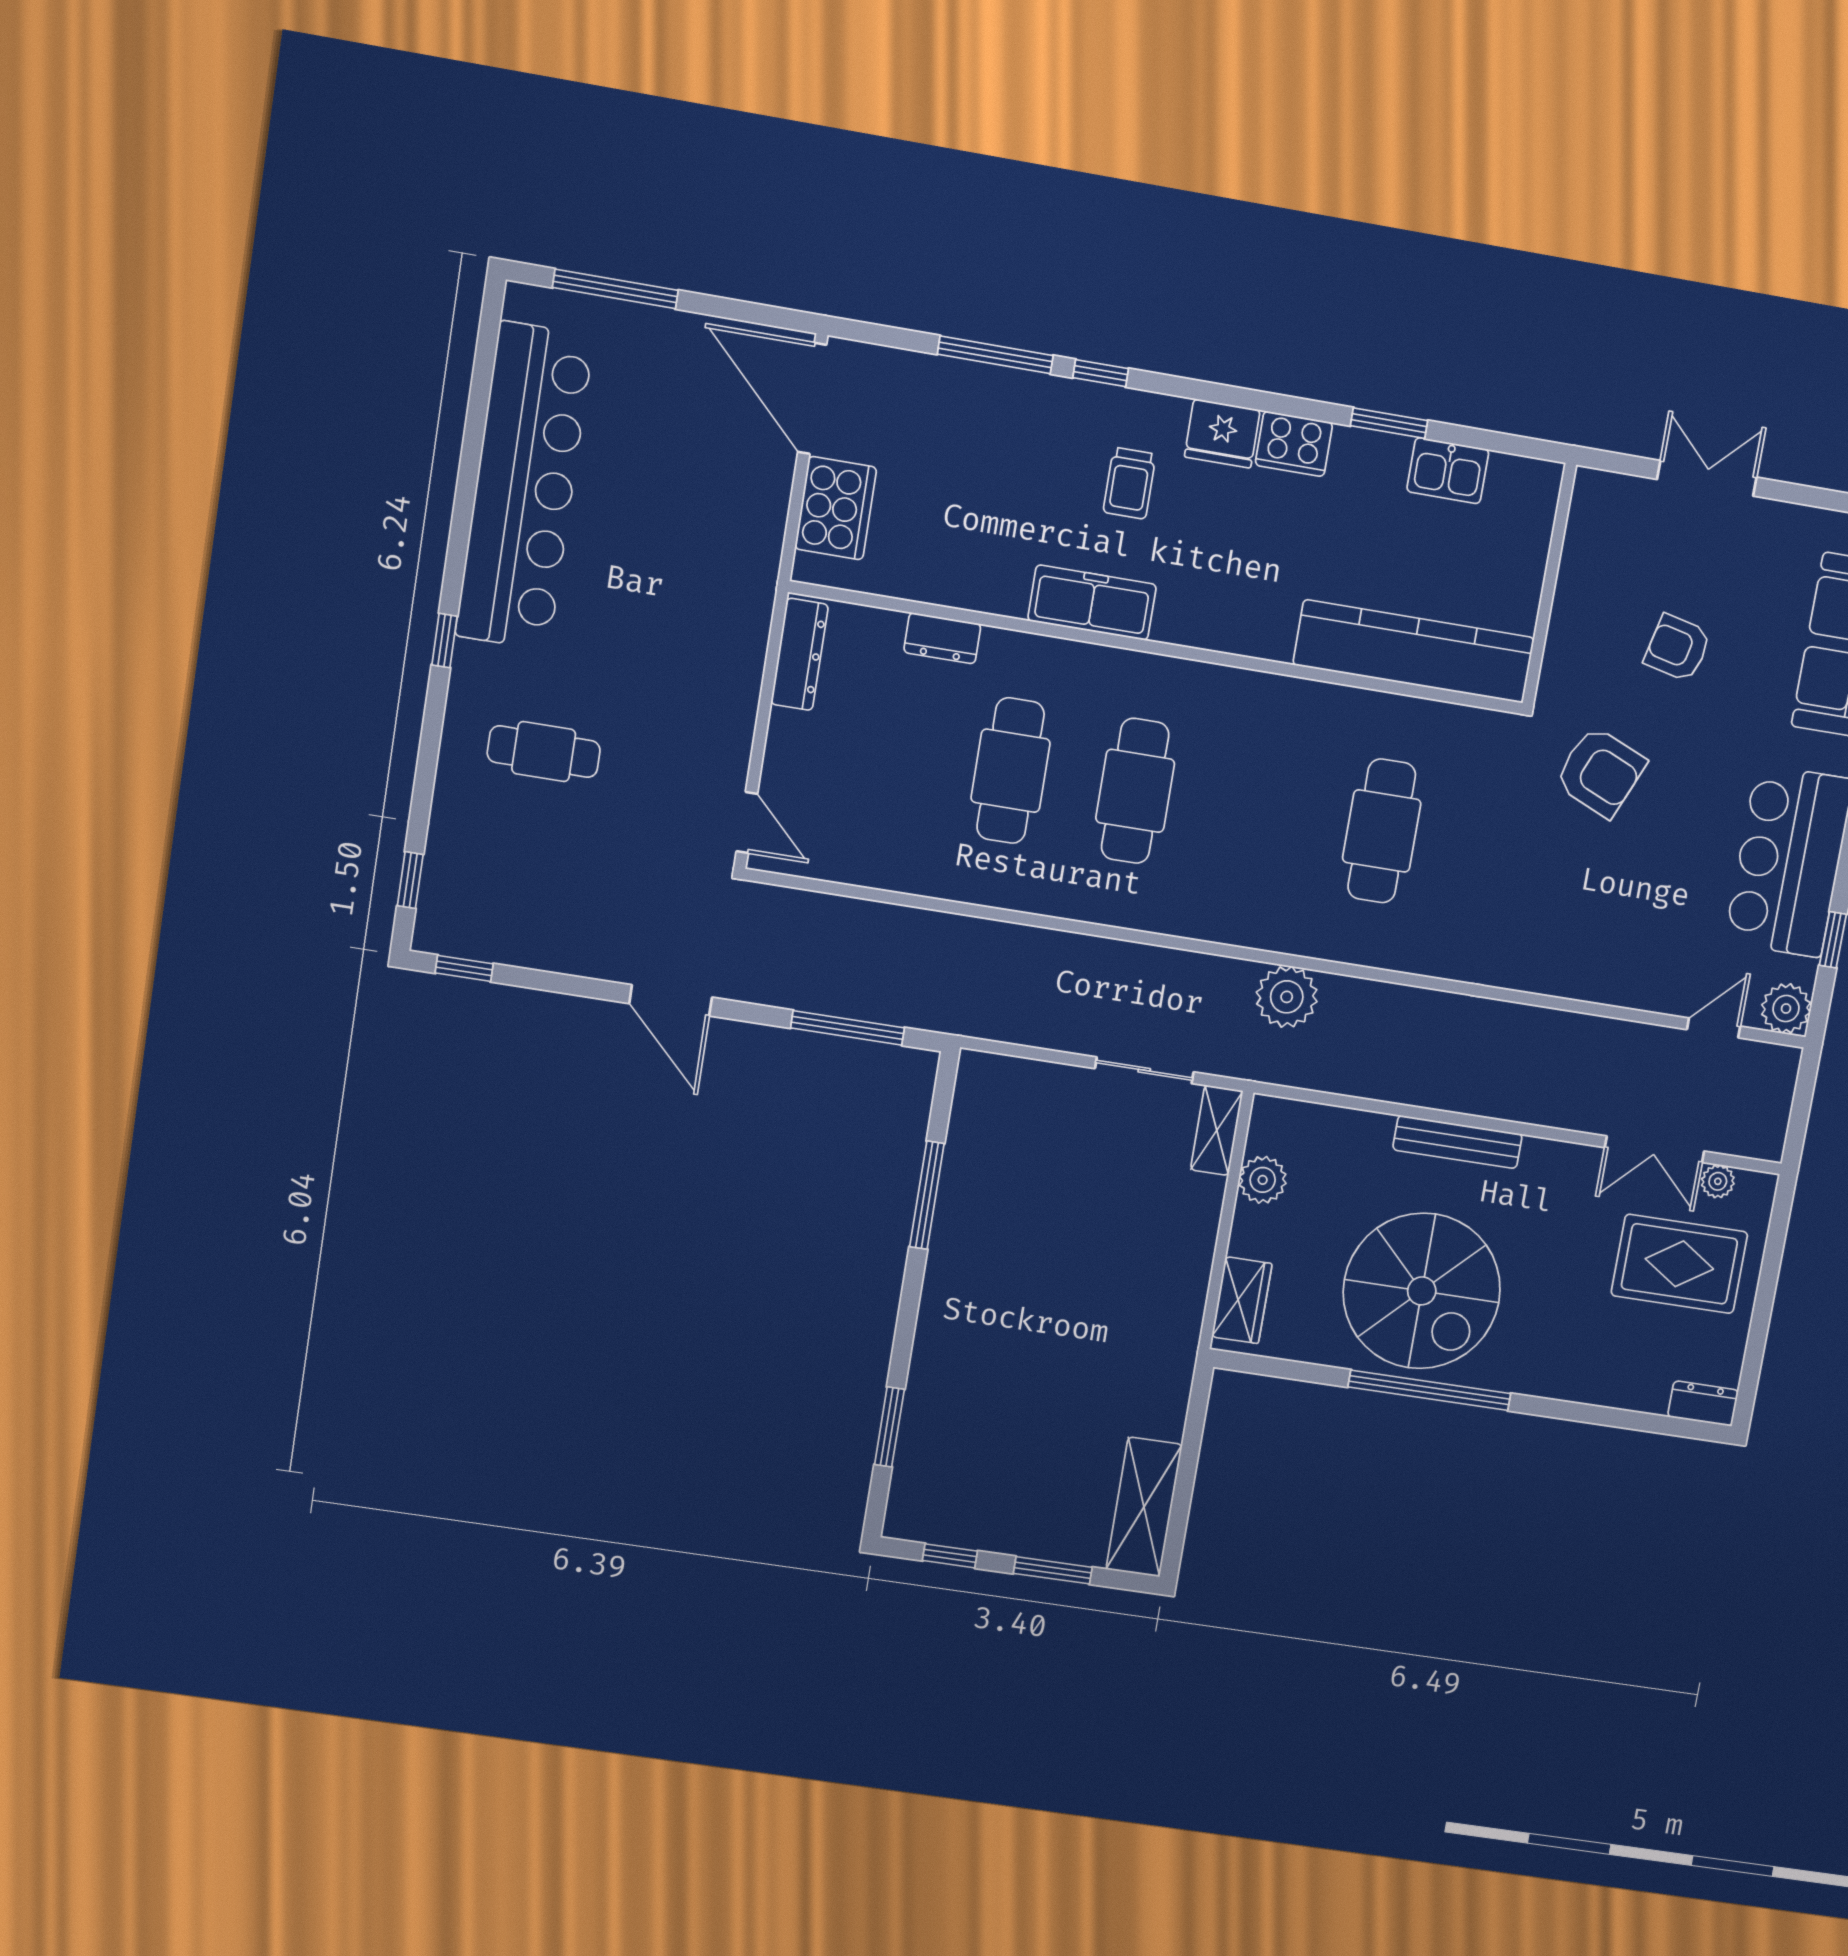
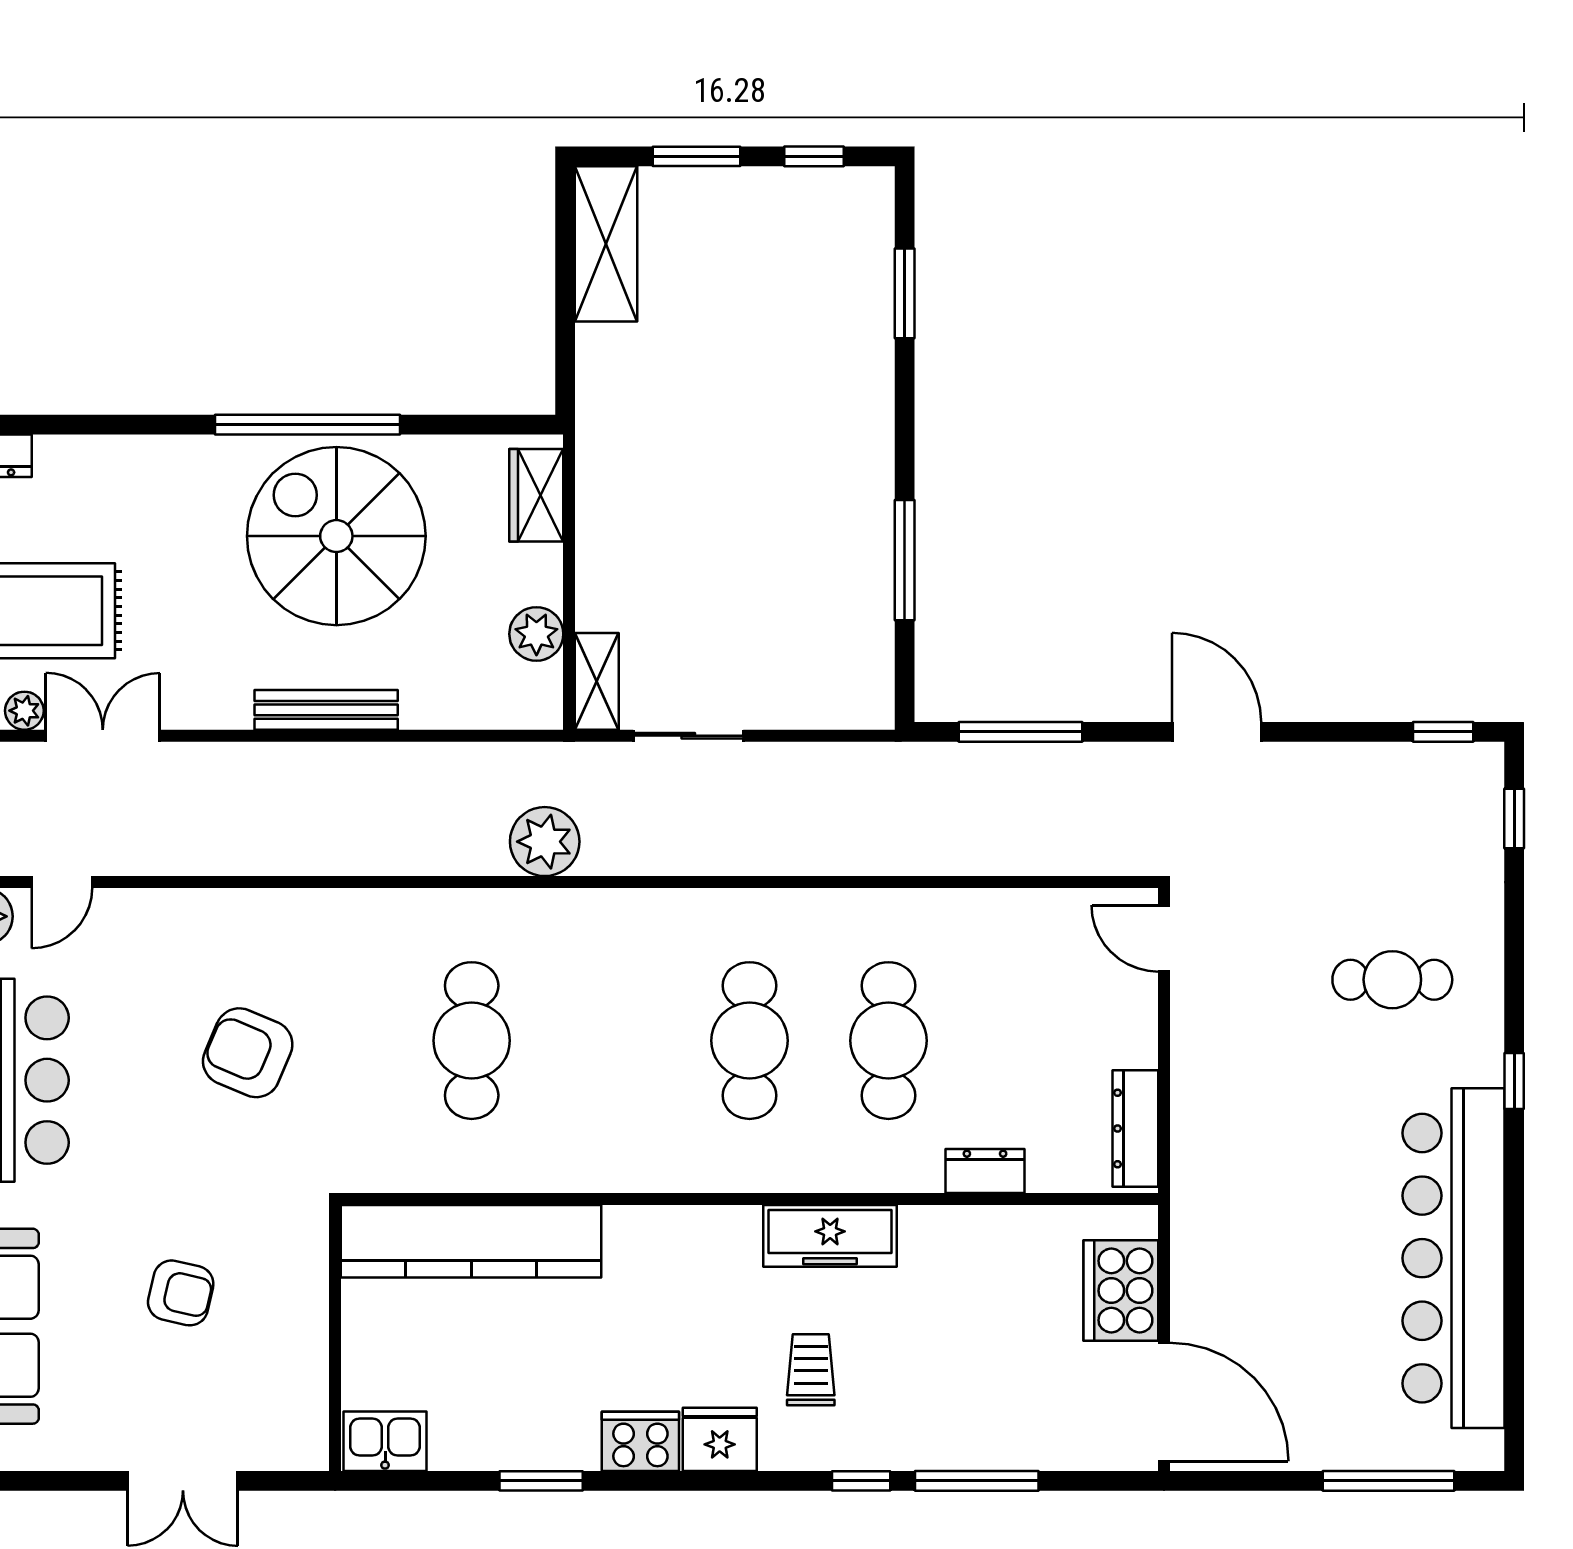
kitchen sink: (1448, 471) -> (385, 1441), moved
armchair: (1600, 772) -> (248, 1053), moved

